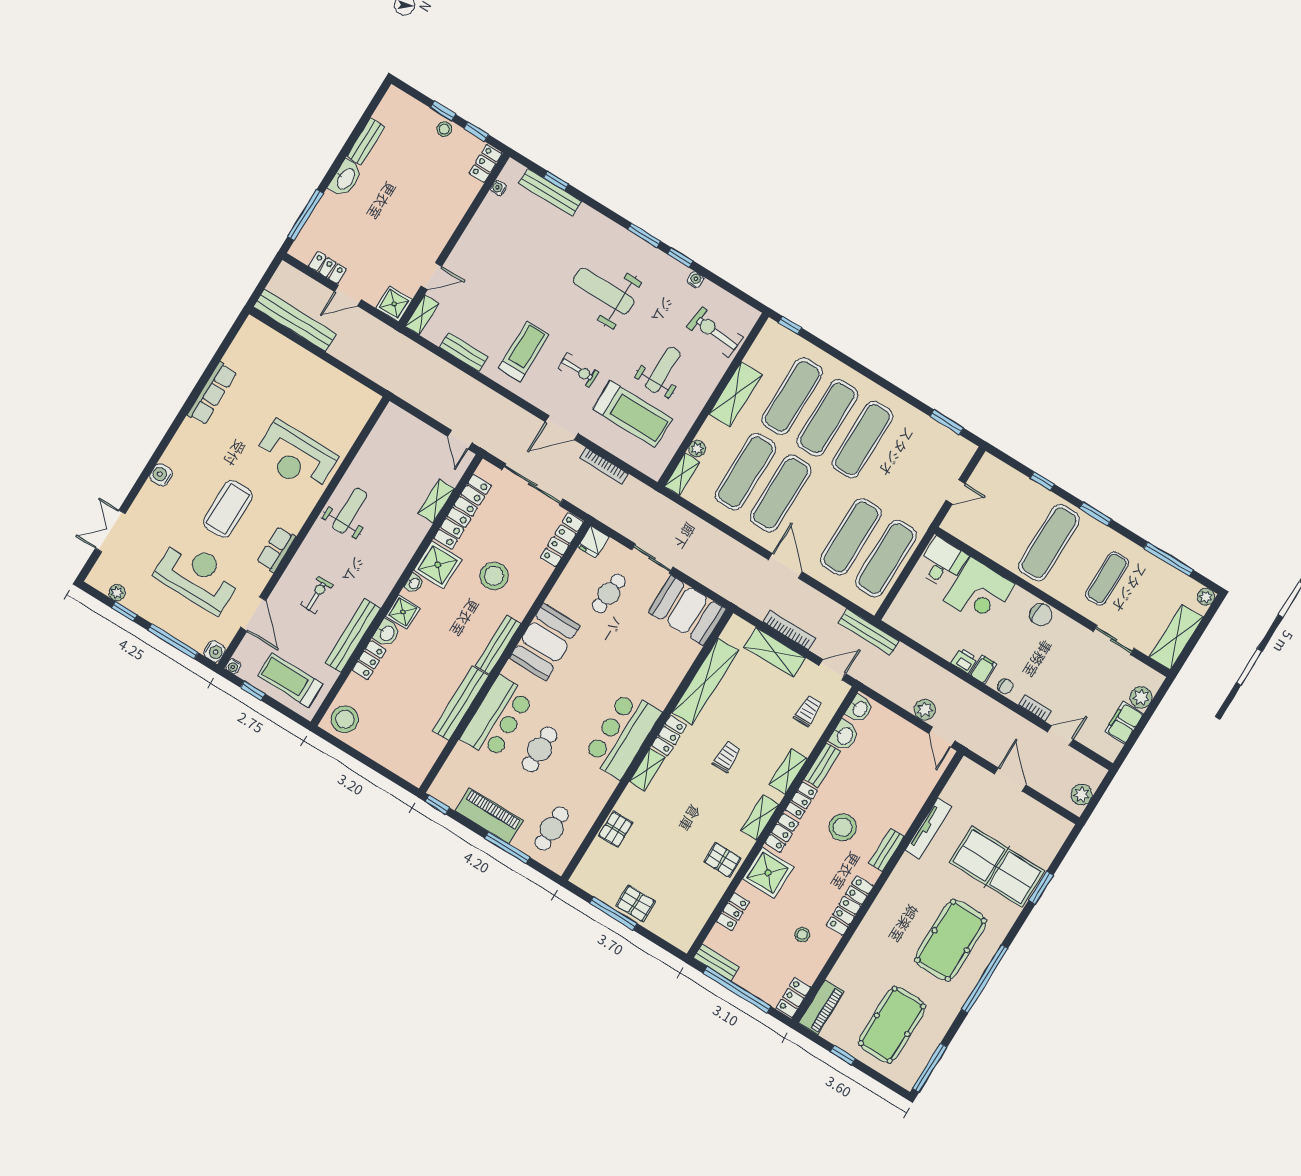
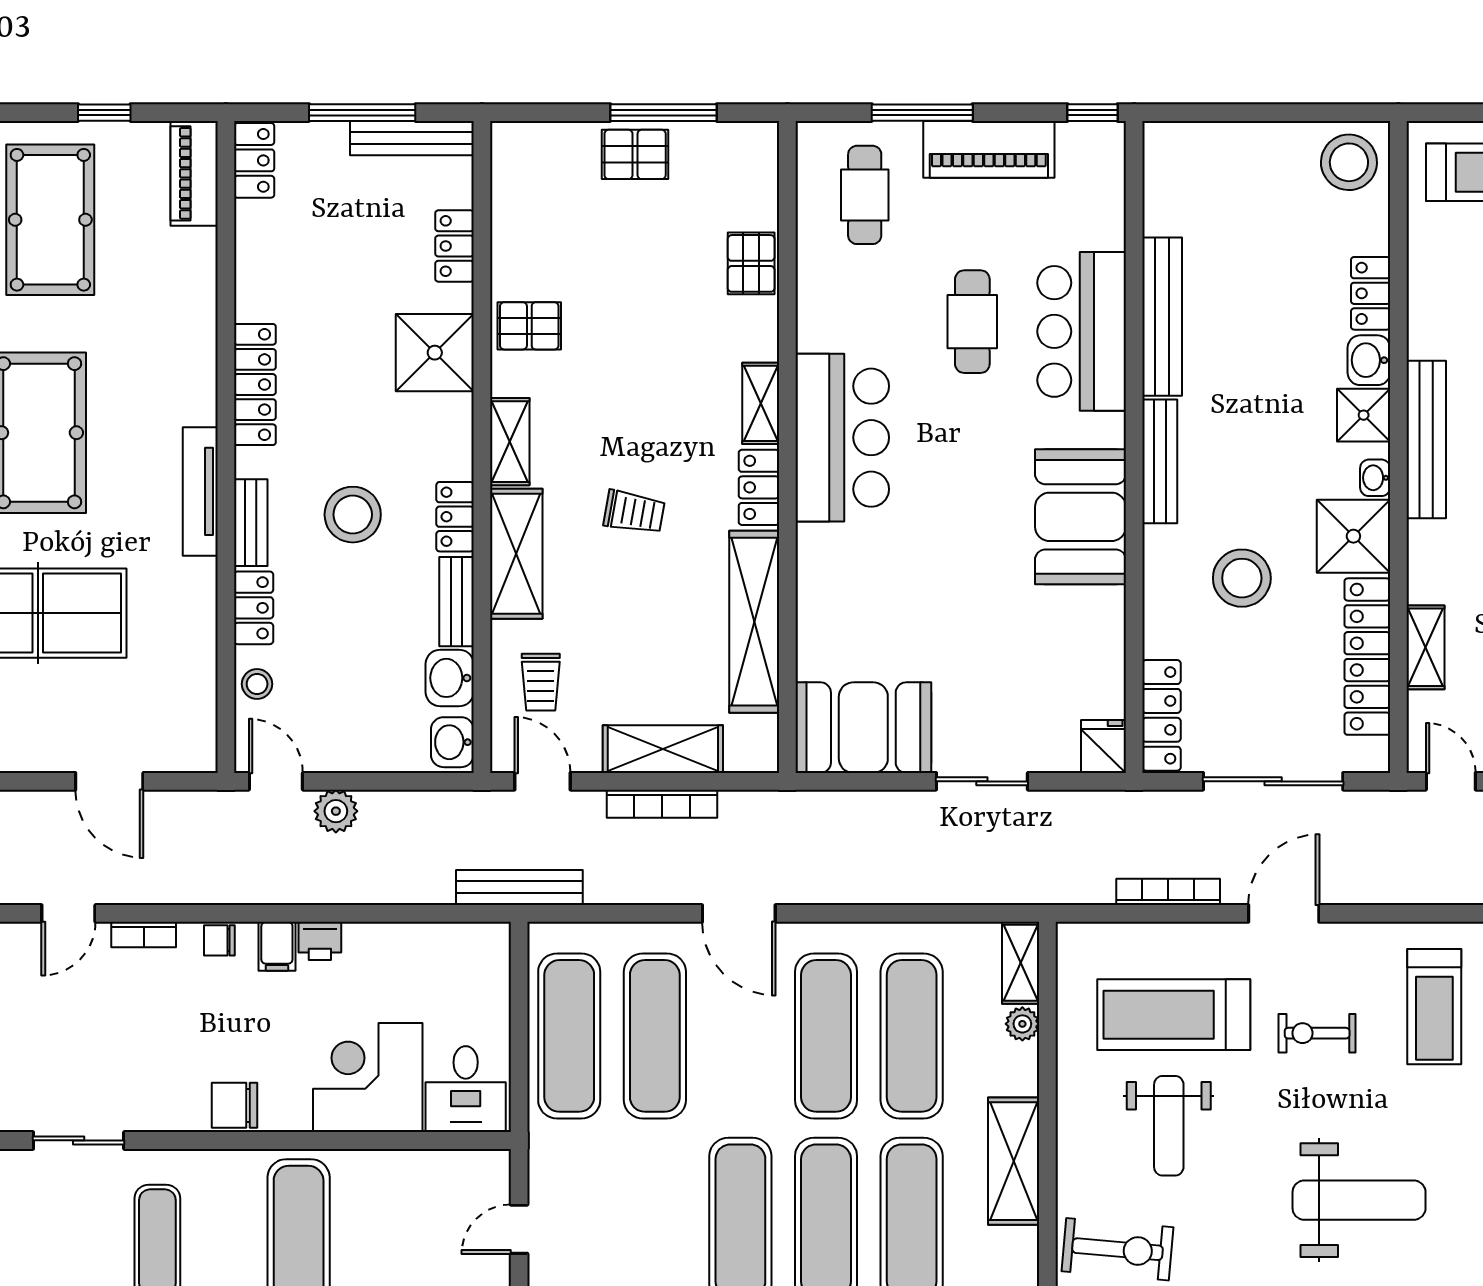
cafe table: (609, 593) -> (1020, 672), removed
bench: (353, 635) -> (1426, 440), moved
door: (832, 670) -> (542, 781), swing flipped
trolley: (727, 757) -> (634, 512), turned -80
shelving: (788, 771) -> (516, 554), width x1.50, depth x1.33
tv unit: (928, 828) -> (200, 491), moved
locker: (782, 833) -> (254, 608), moved, turned 180
stool: (802, 934) -> (257, 684), moved
bench: (716, 962) -> (412, 138), width x1.36
window: (737, 990) -> (362, 113), width x0.68

